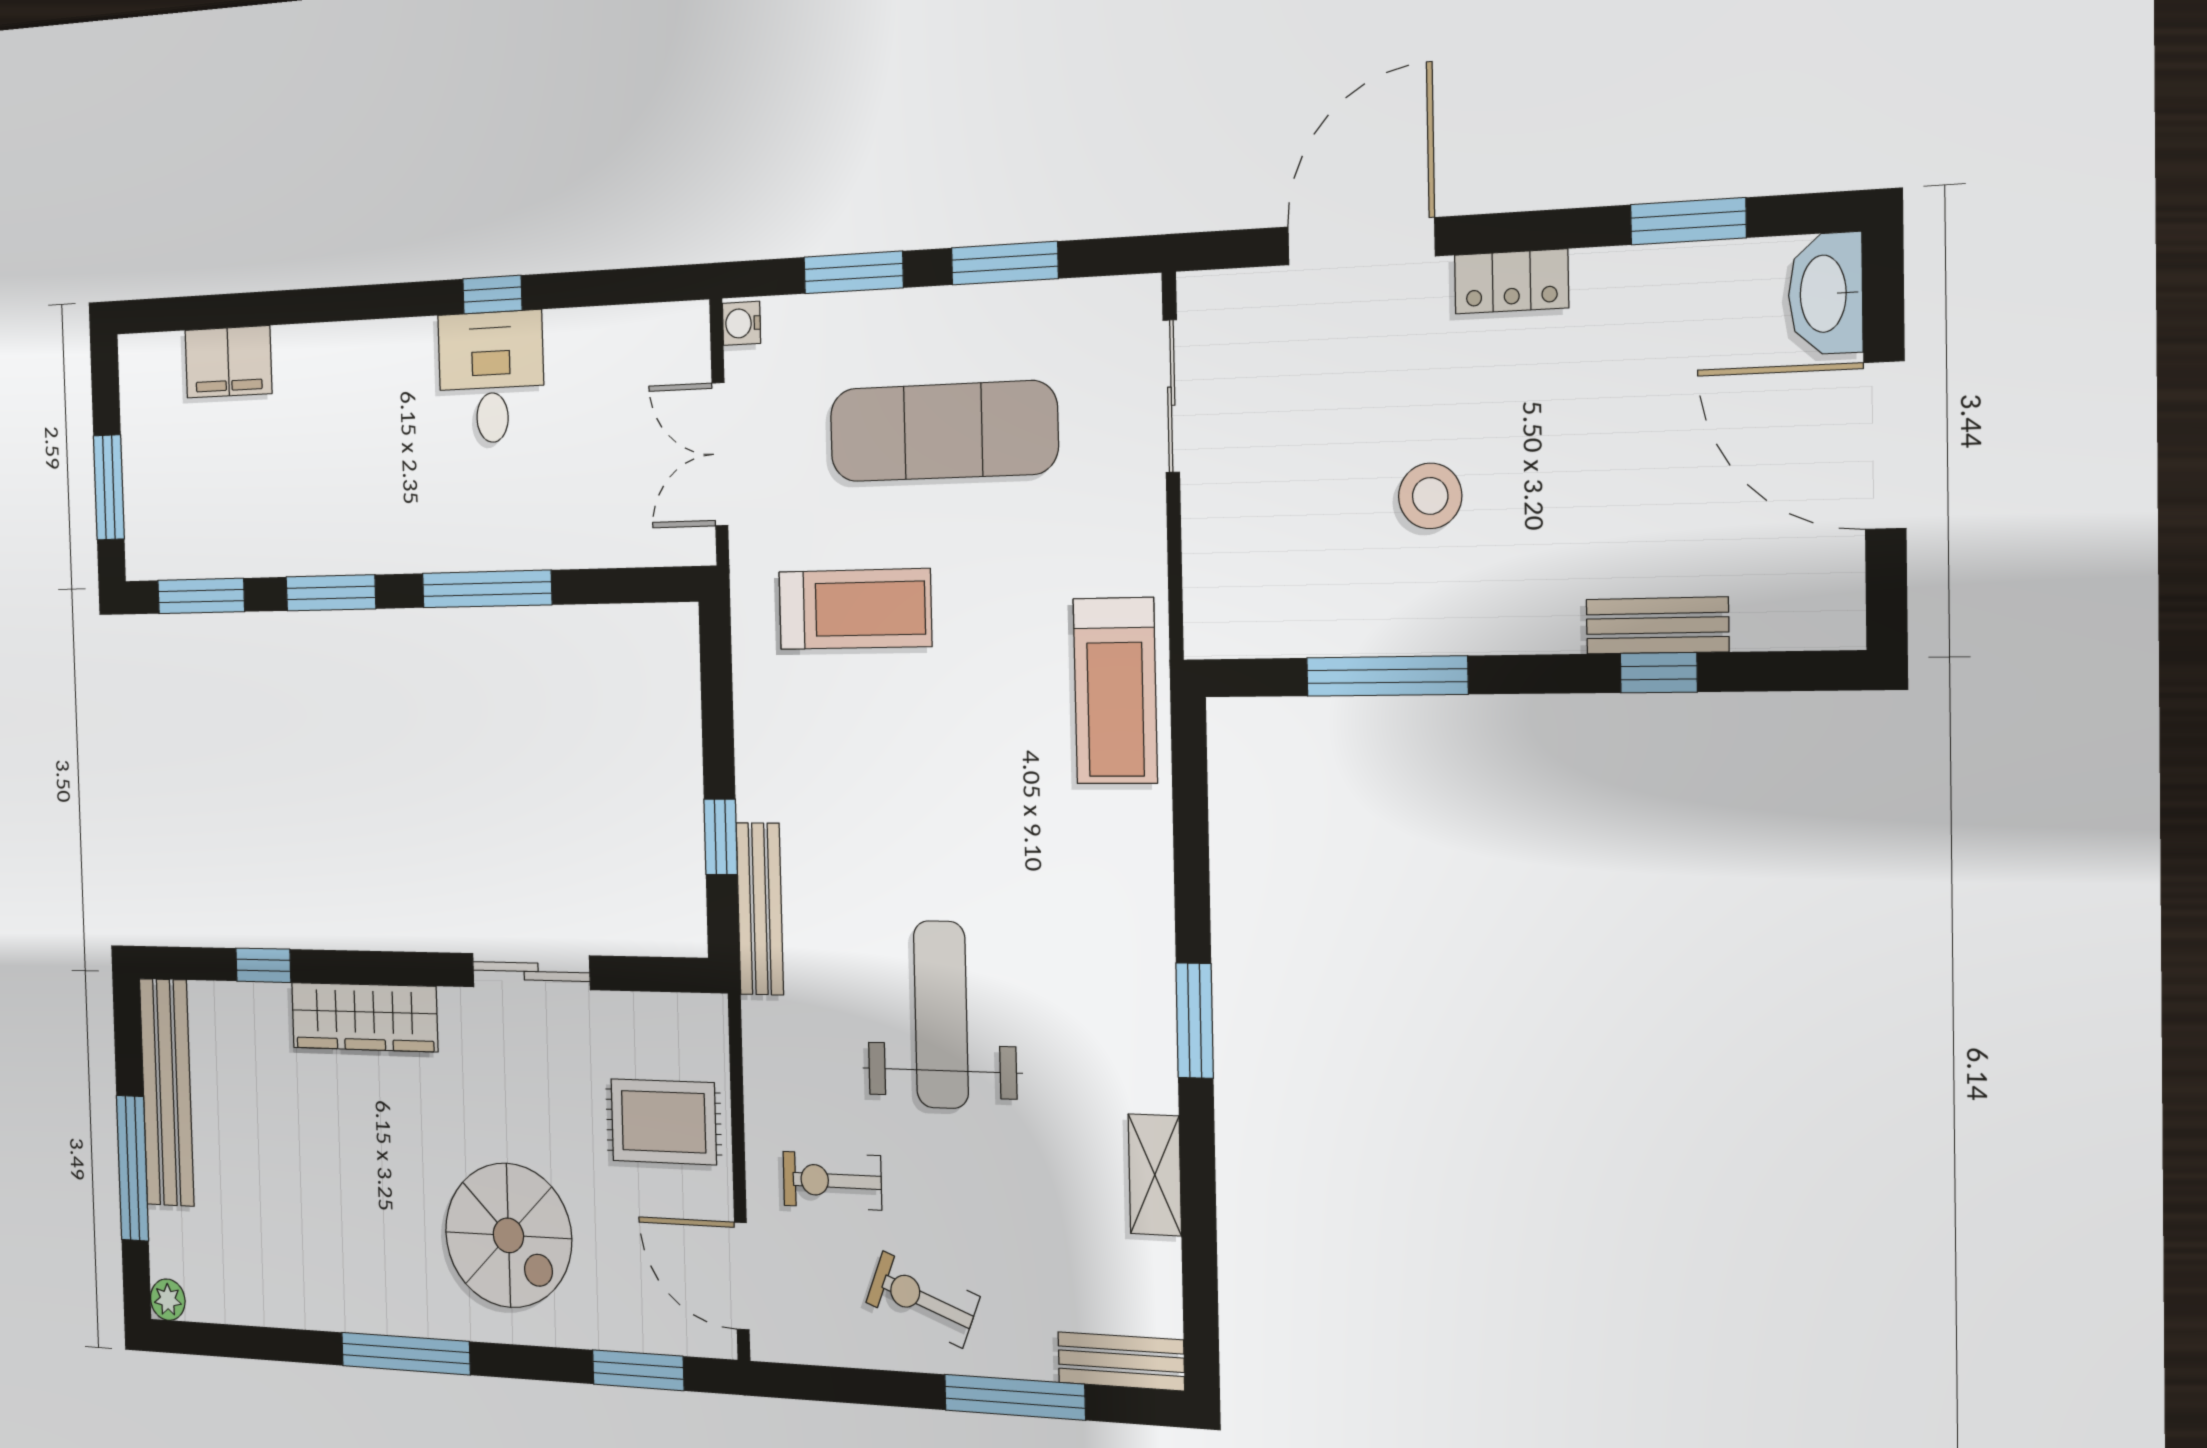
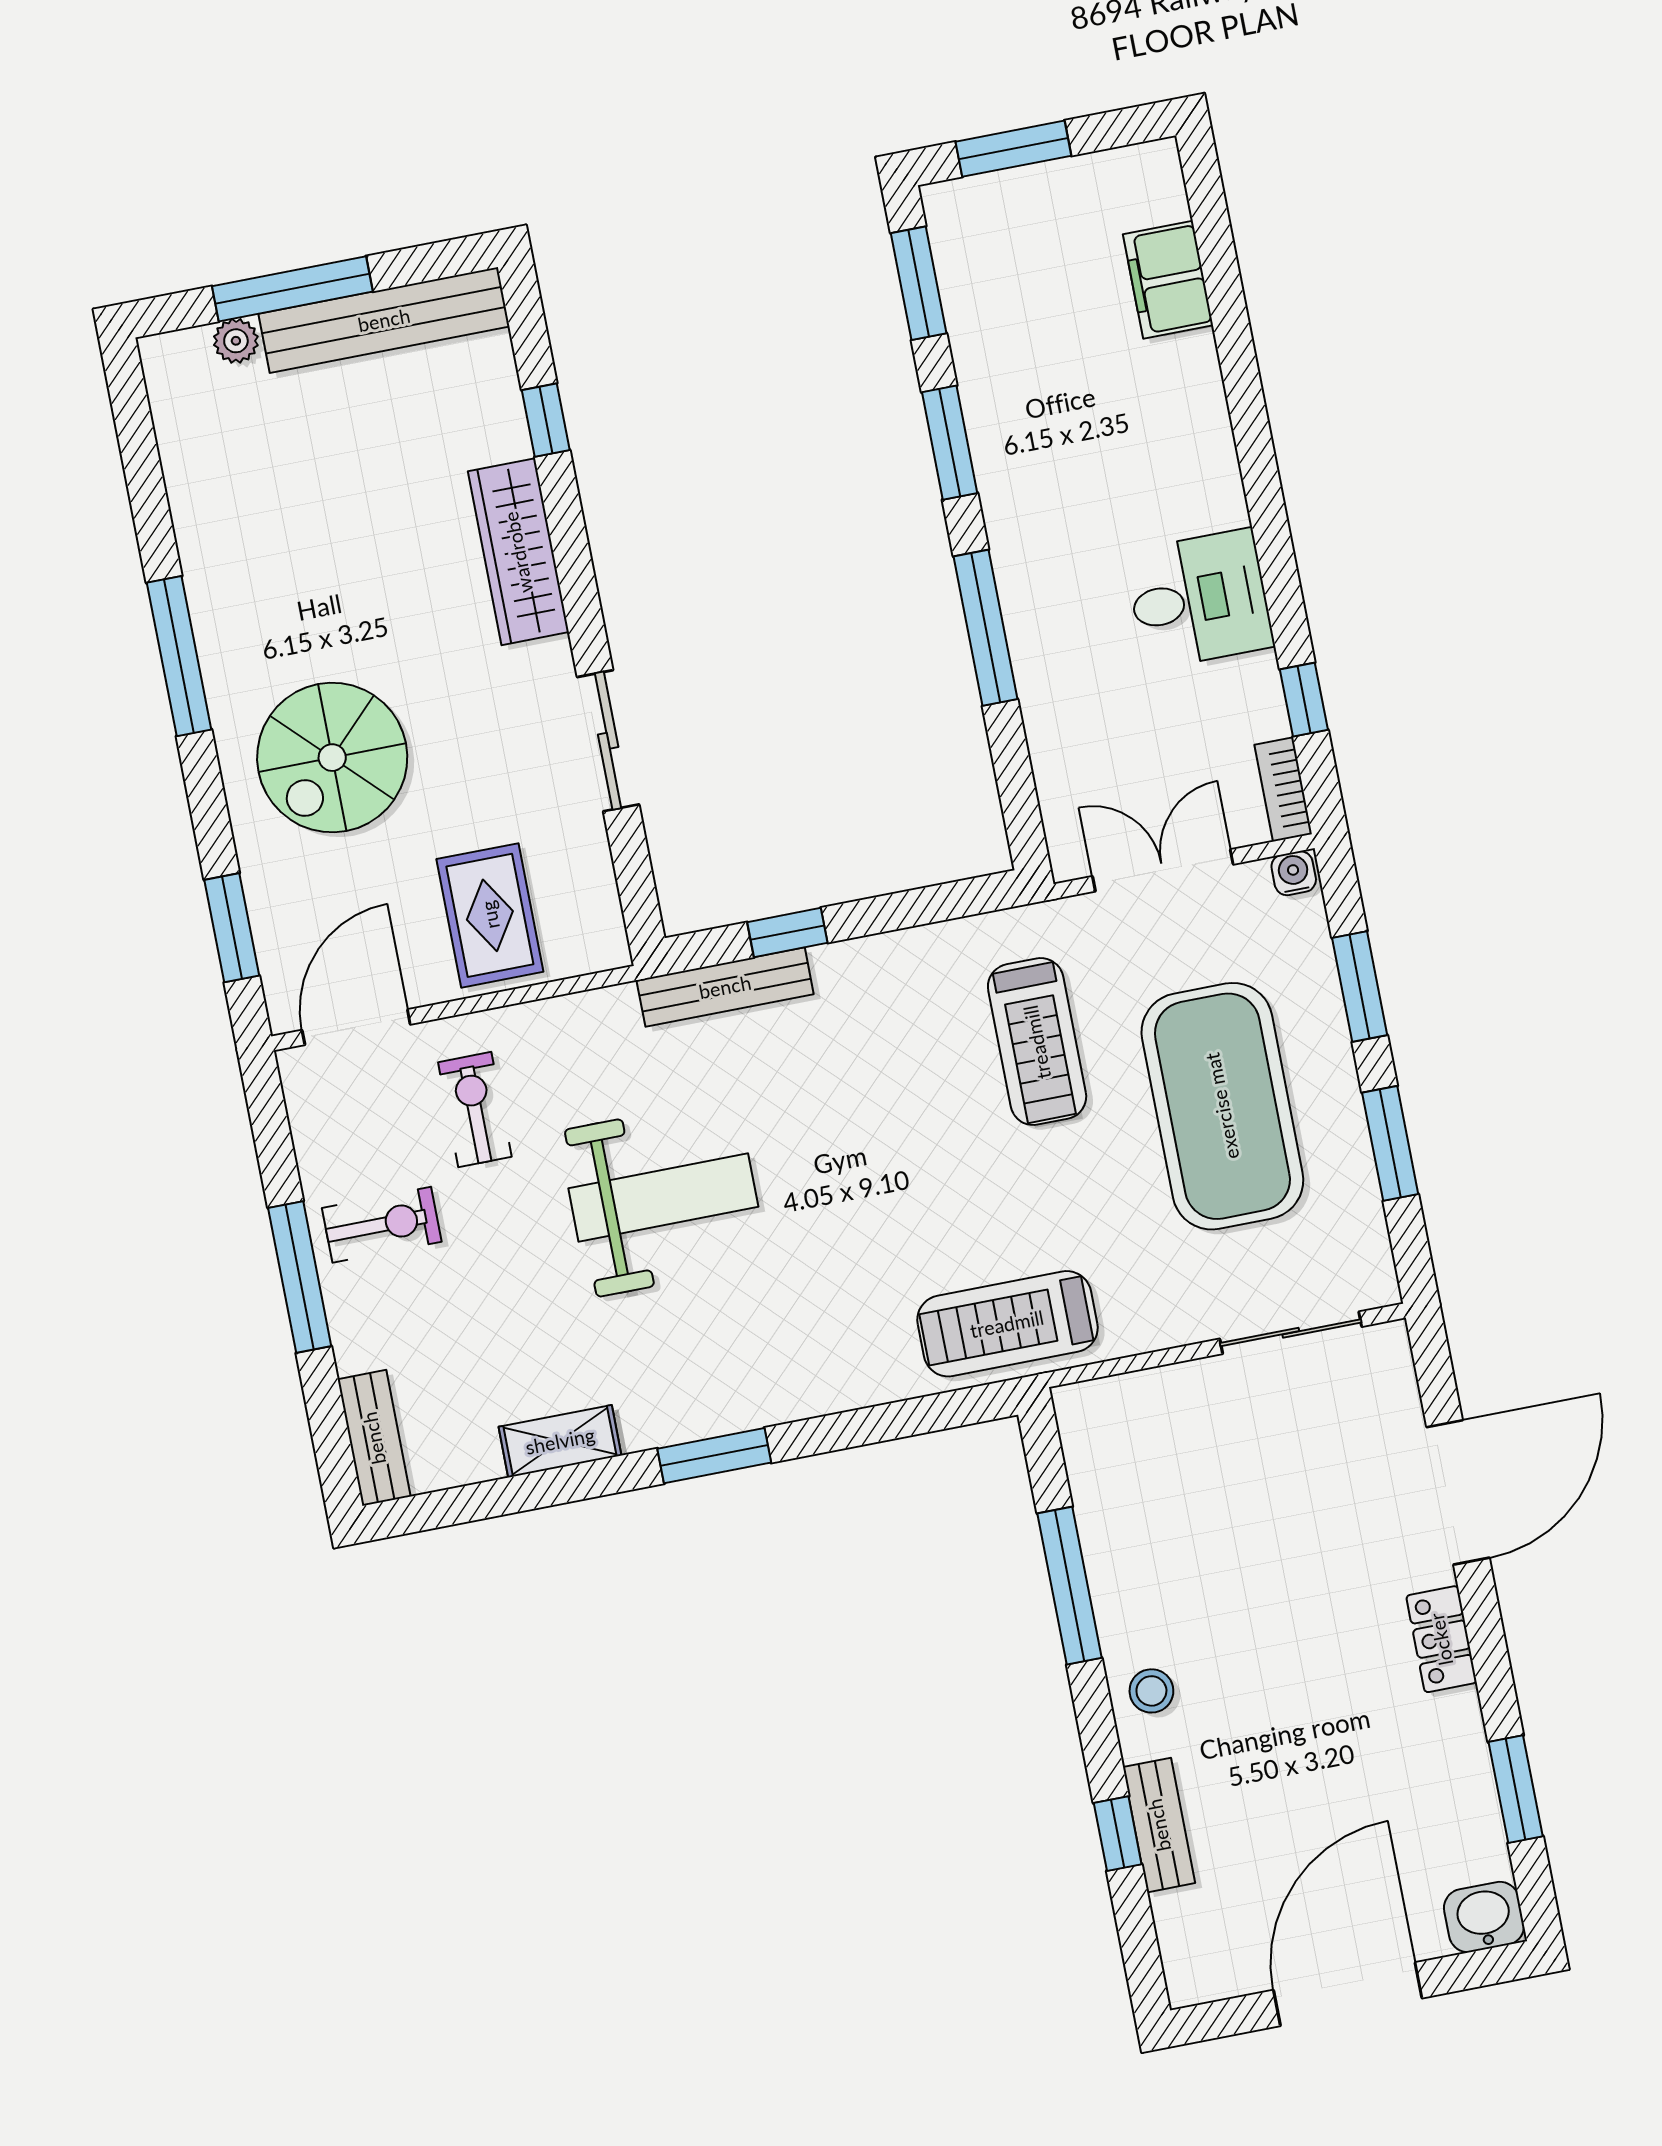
door: (1361, 241) -> (1458, 1492), hinge flipped
washbasin: (1825, 294) -> (1484, 1917), width x0.72
window: (492, 295) -> (1304, 700), moved
bookcase: (666, 322) -> (1283, 789), added
exercise mat: (943, 431) -> (1222, 1106), width x1.47
stool: (1430, 496) -> (1151, 1691), moved, width x0.73, depth x0.73
exercise bike: (923, 1299) -> (382, 1225), turned 69
plant: (168, 1300) -> (236, 341), moved
window: (1015, 1397) -> (300, 1277), moved

